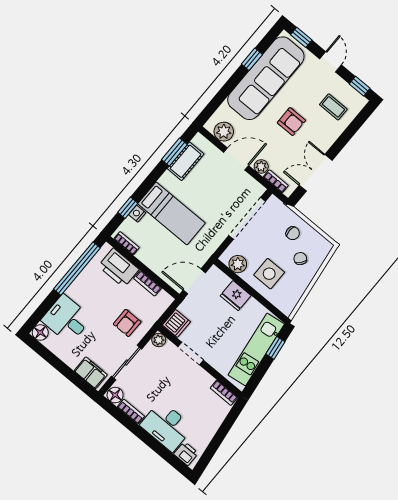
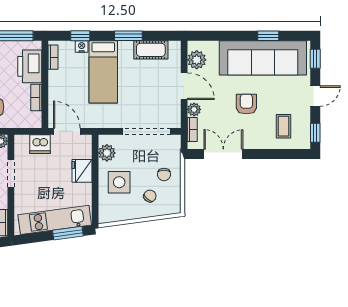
armchair: (291, 122) -> (246, 104), turned 180
window: (174, 152) -> (128, 36), moved
dishwasher: (176, 323) -> (40, 144), moved
window: (275, 348) -> (68, 233), width x1.50

